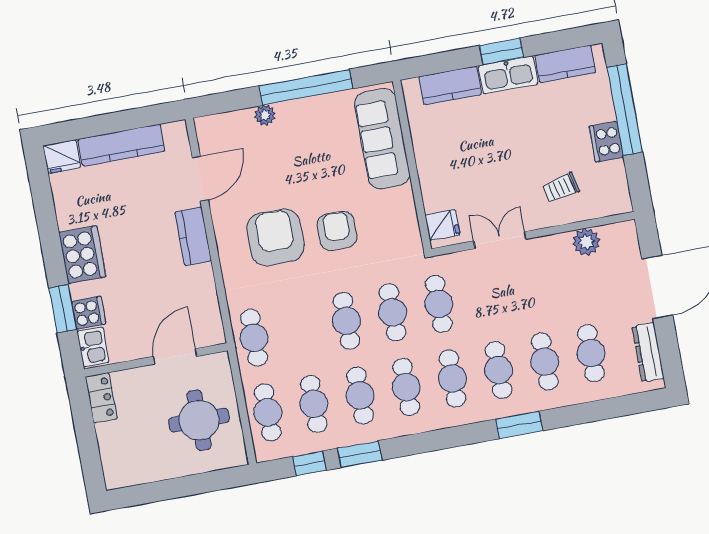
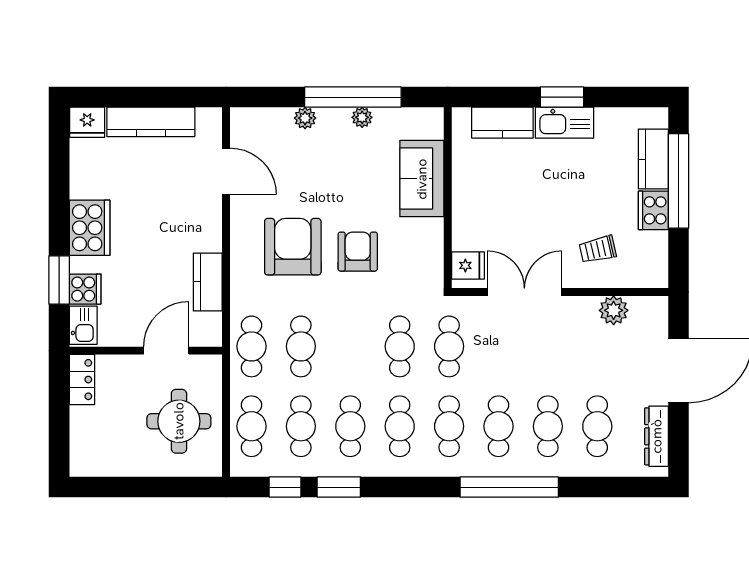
kitchen counter: (565, 64) -> (653, 159), moved, turned 90
plant: (318, 105) -> (362, 117), added
sofa: (382, 139) -> (422, 179), width x0.73
door: (200, 179) -> (226, 171), hinge flipped
kitchen counter: (193, 236) -> (208, 282), moved
double door: (500, 240) -> (524, 292), width x1.37
cafe table: (346, 321) -> (301, 346), moved
window: (519, 425) -> (509, 487), width x2.11

